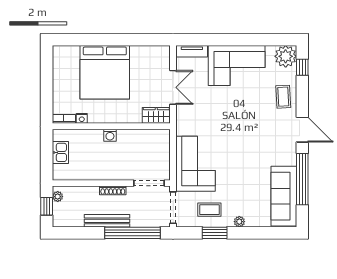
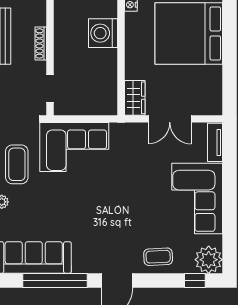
washing machine: (110, 135) -> (103, 33), width x1.89, depth x1.89
doorway: (149, 183) -> (50, 89), width x0.73
coffee table: (209, 210) -> (17, 164), width x1.36, depth x1.30

